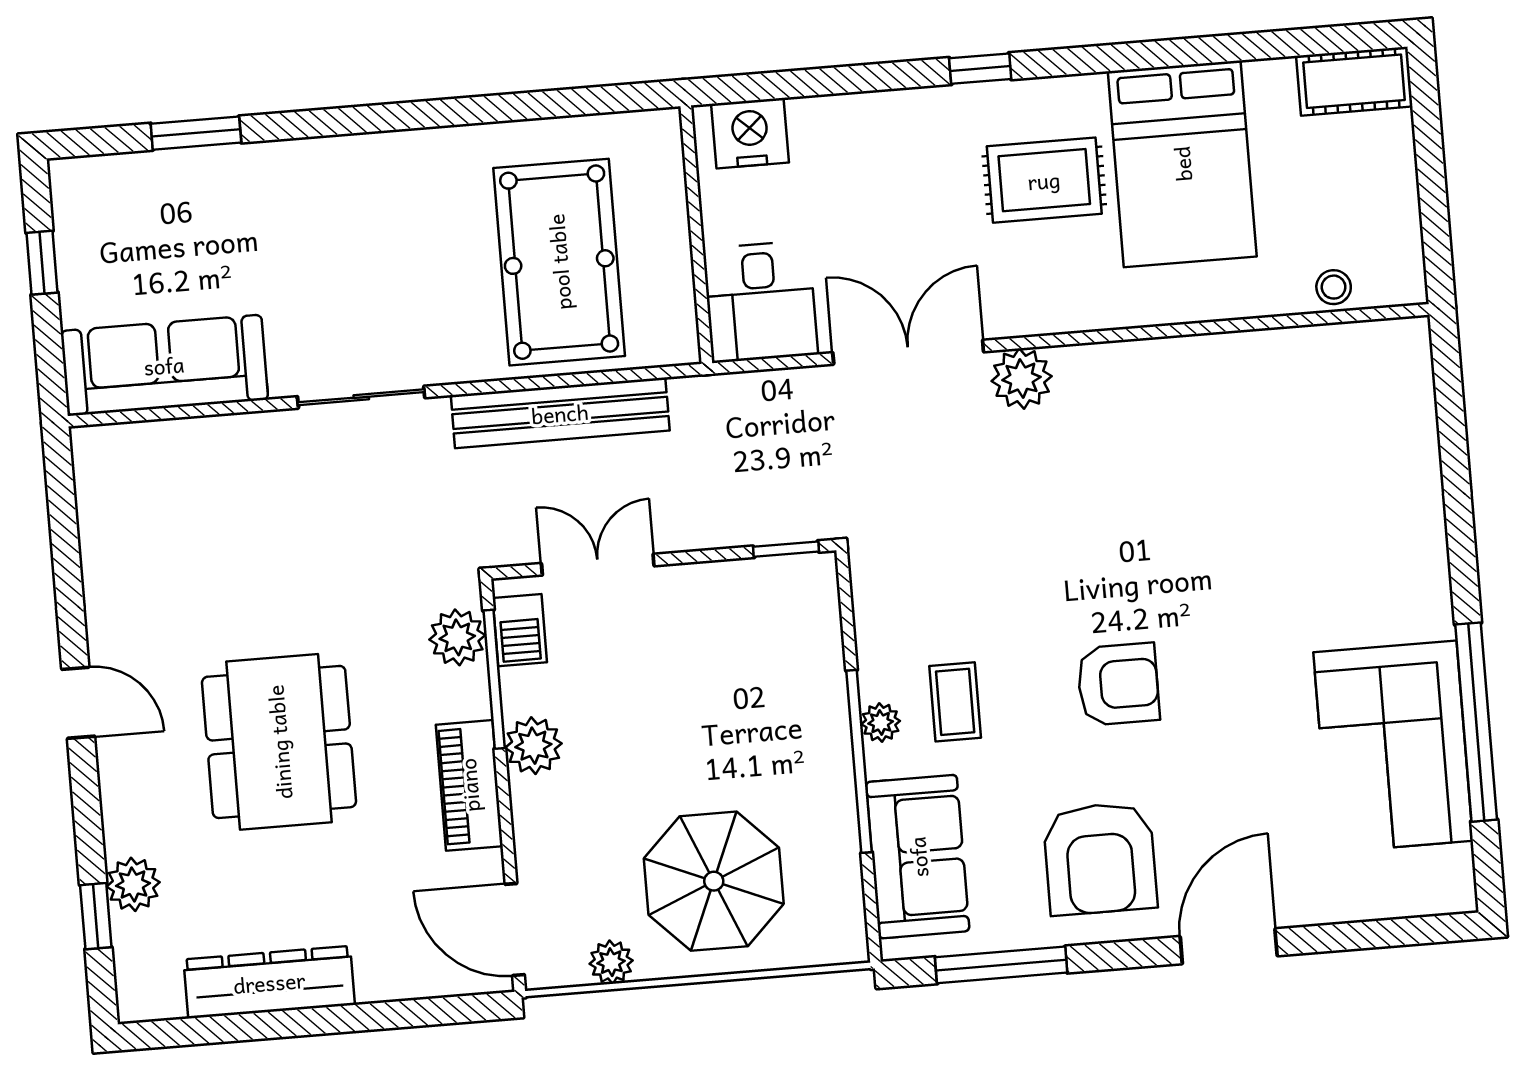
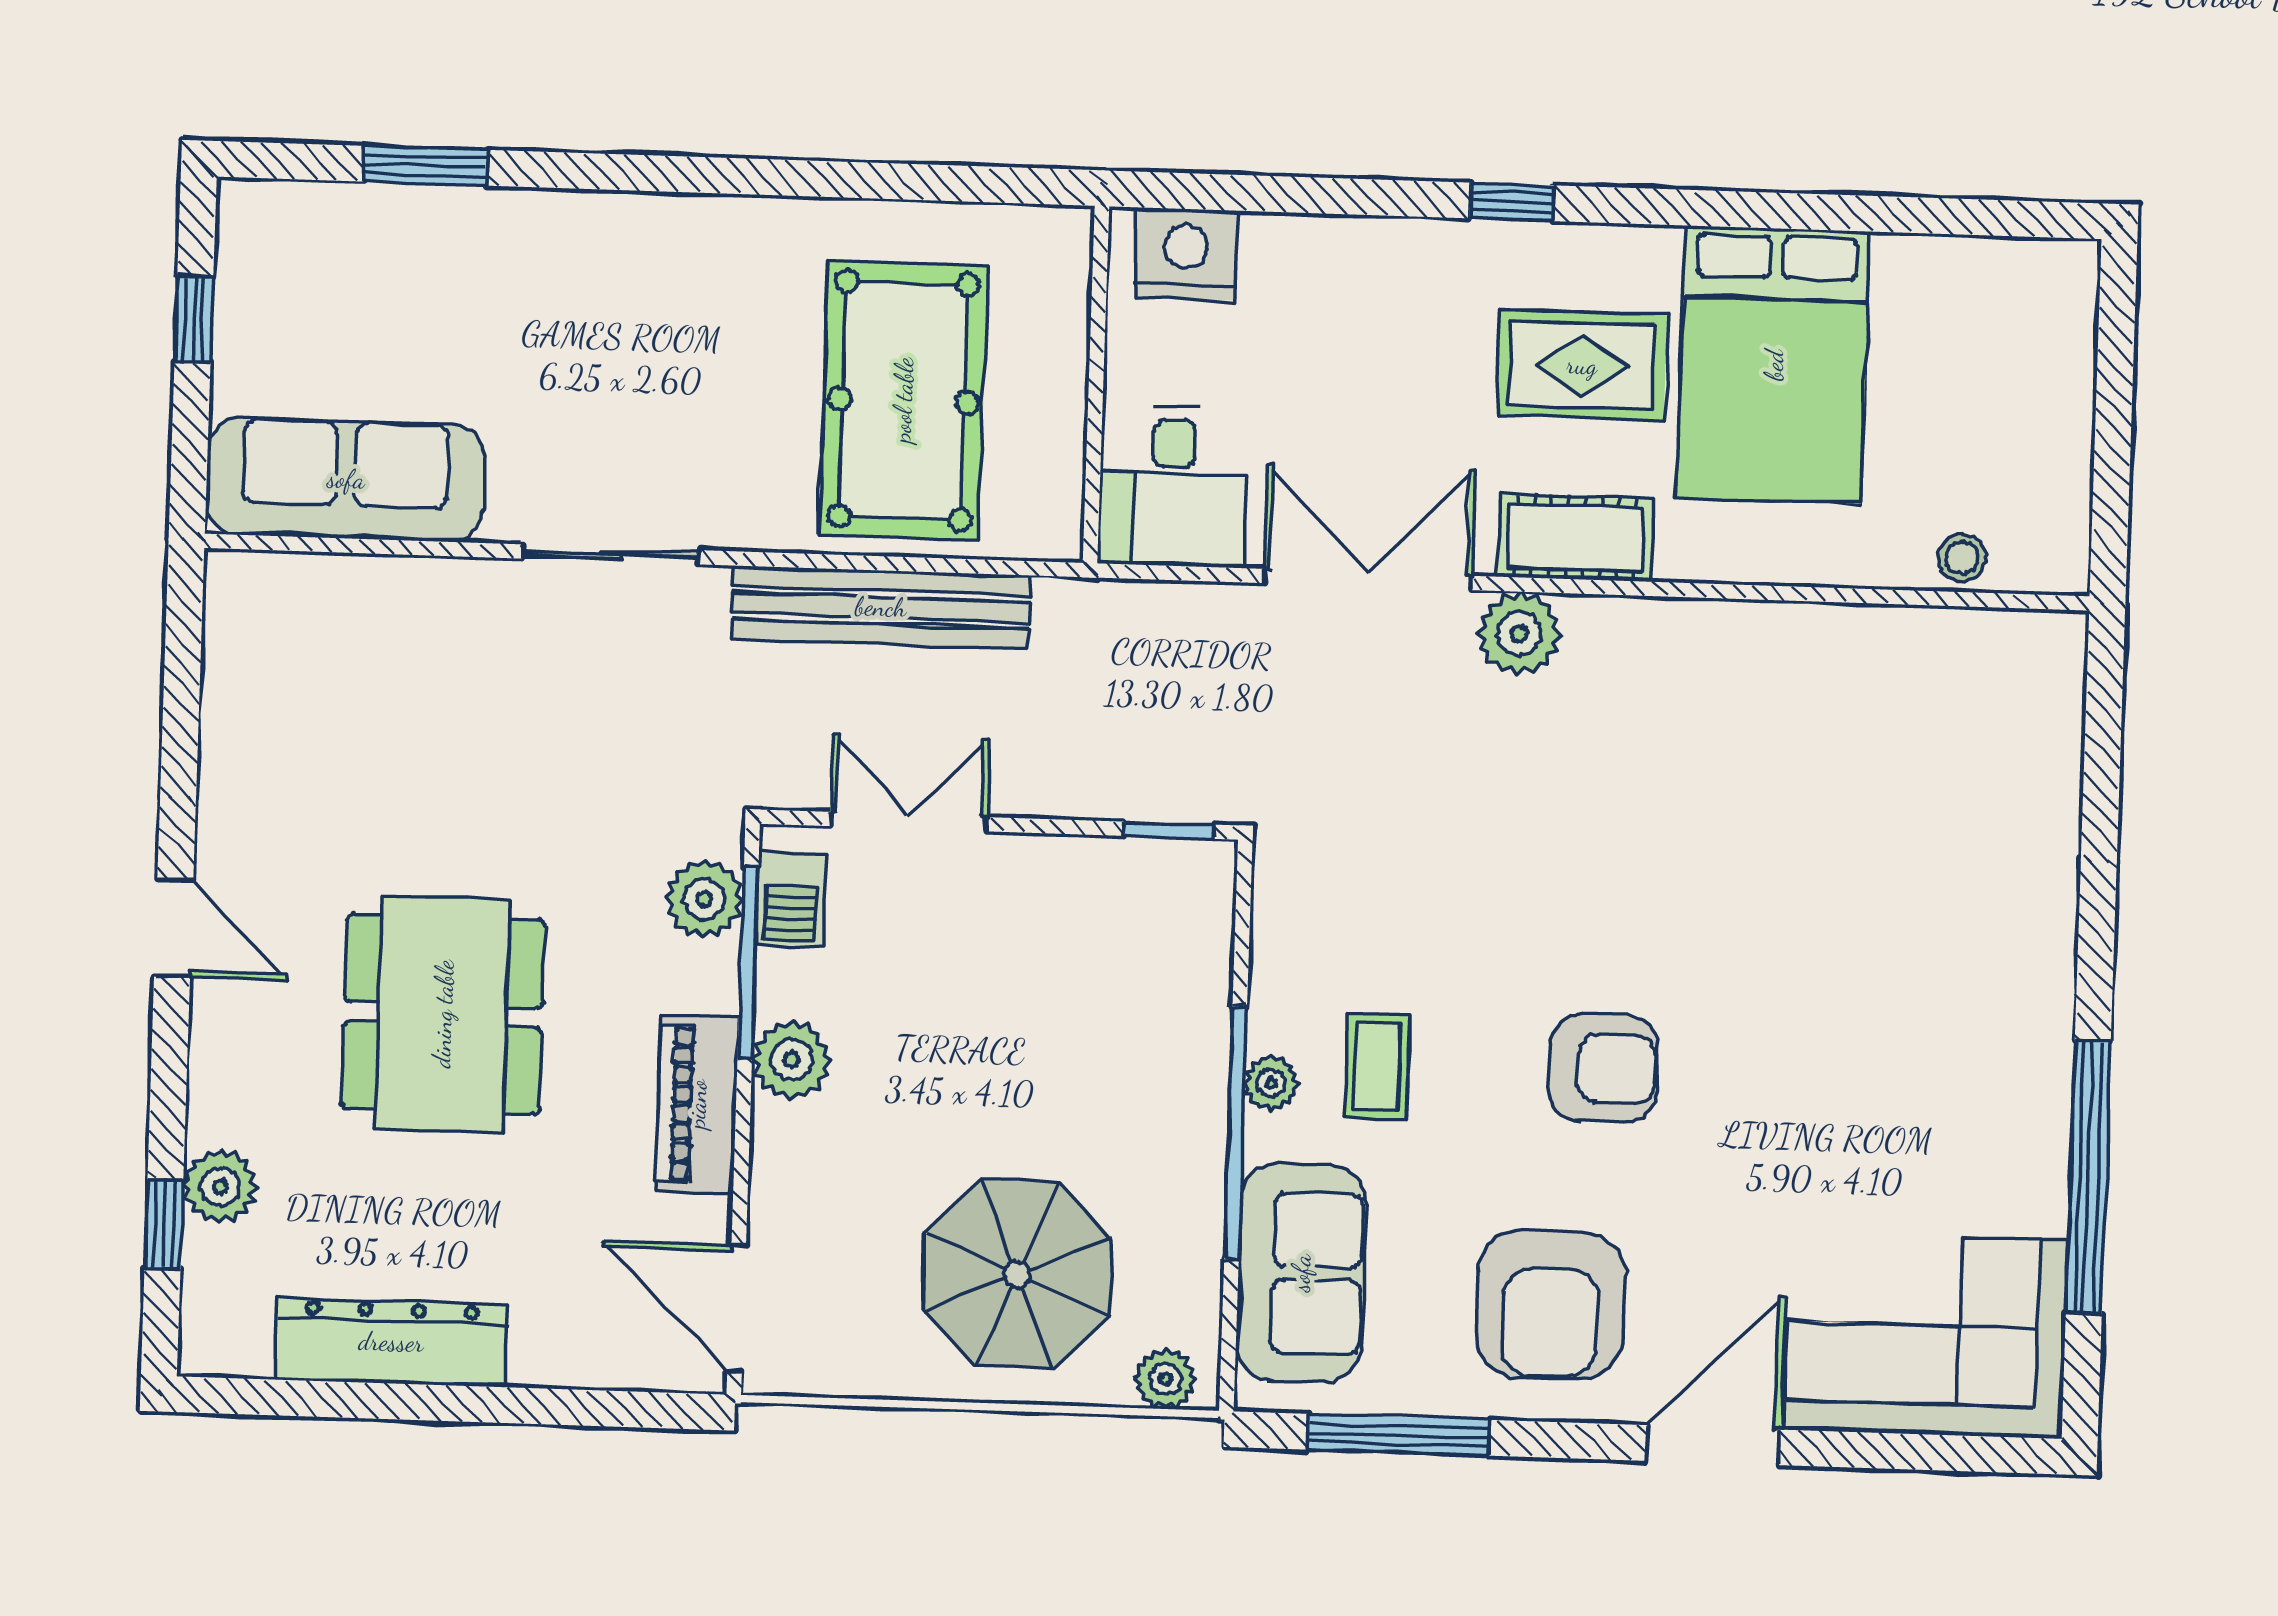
cot: (1354, 81) -> (1575, 537), moved
corner sofa: (1393, 747) -> (1926, 1335), moved, turned 90
plant: (611, 962) -> (1166, 1379), moved

